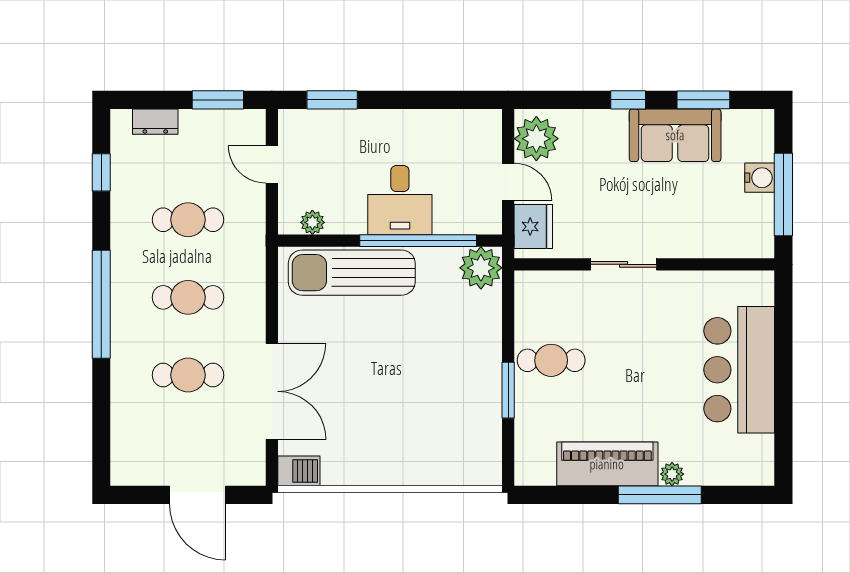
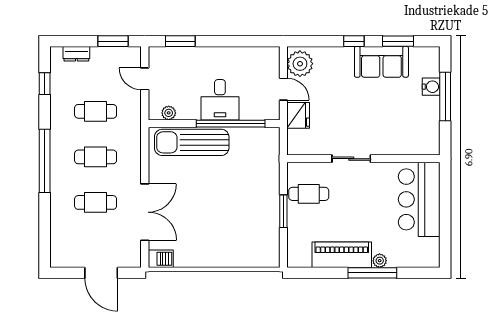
sliding door: (624, 264) -> (351, 159), moved
wall: (644, 264) -> (363, 159), moved
plant: (481, 268) -> (267, 140), removed

